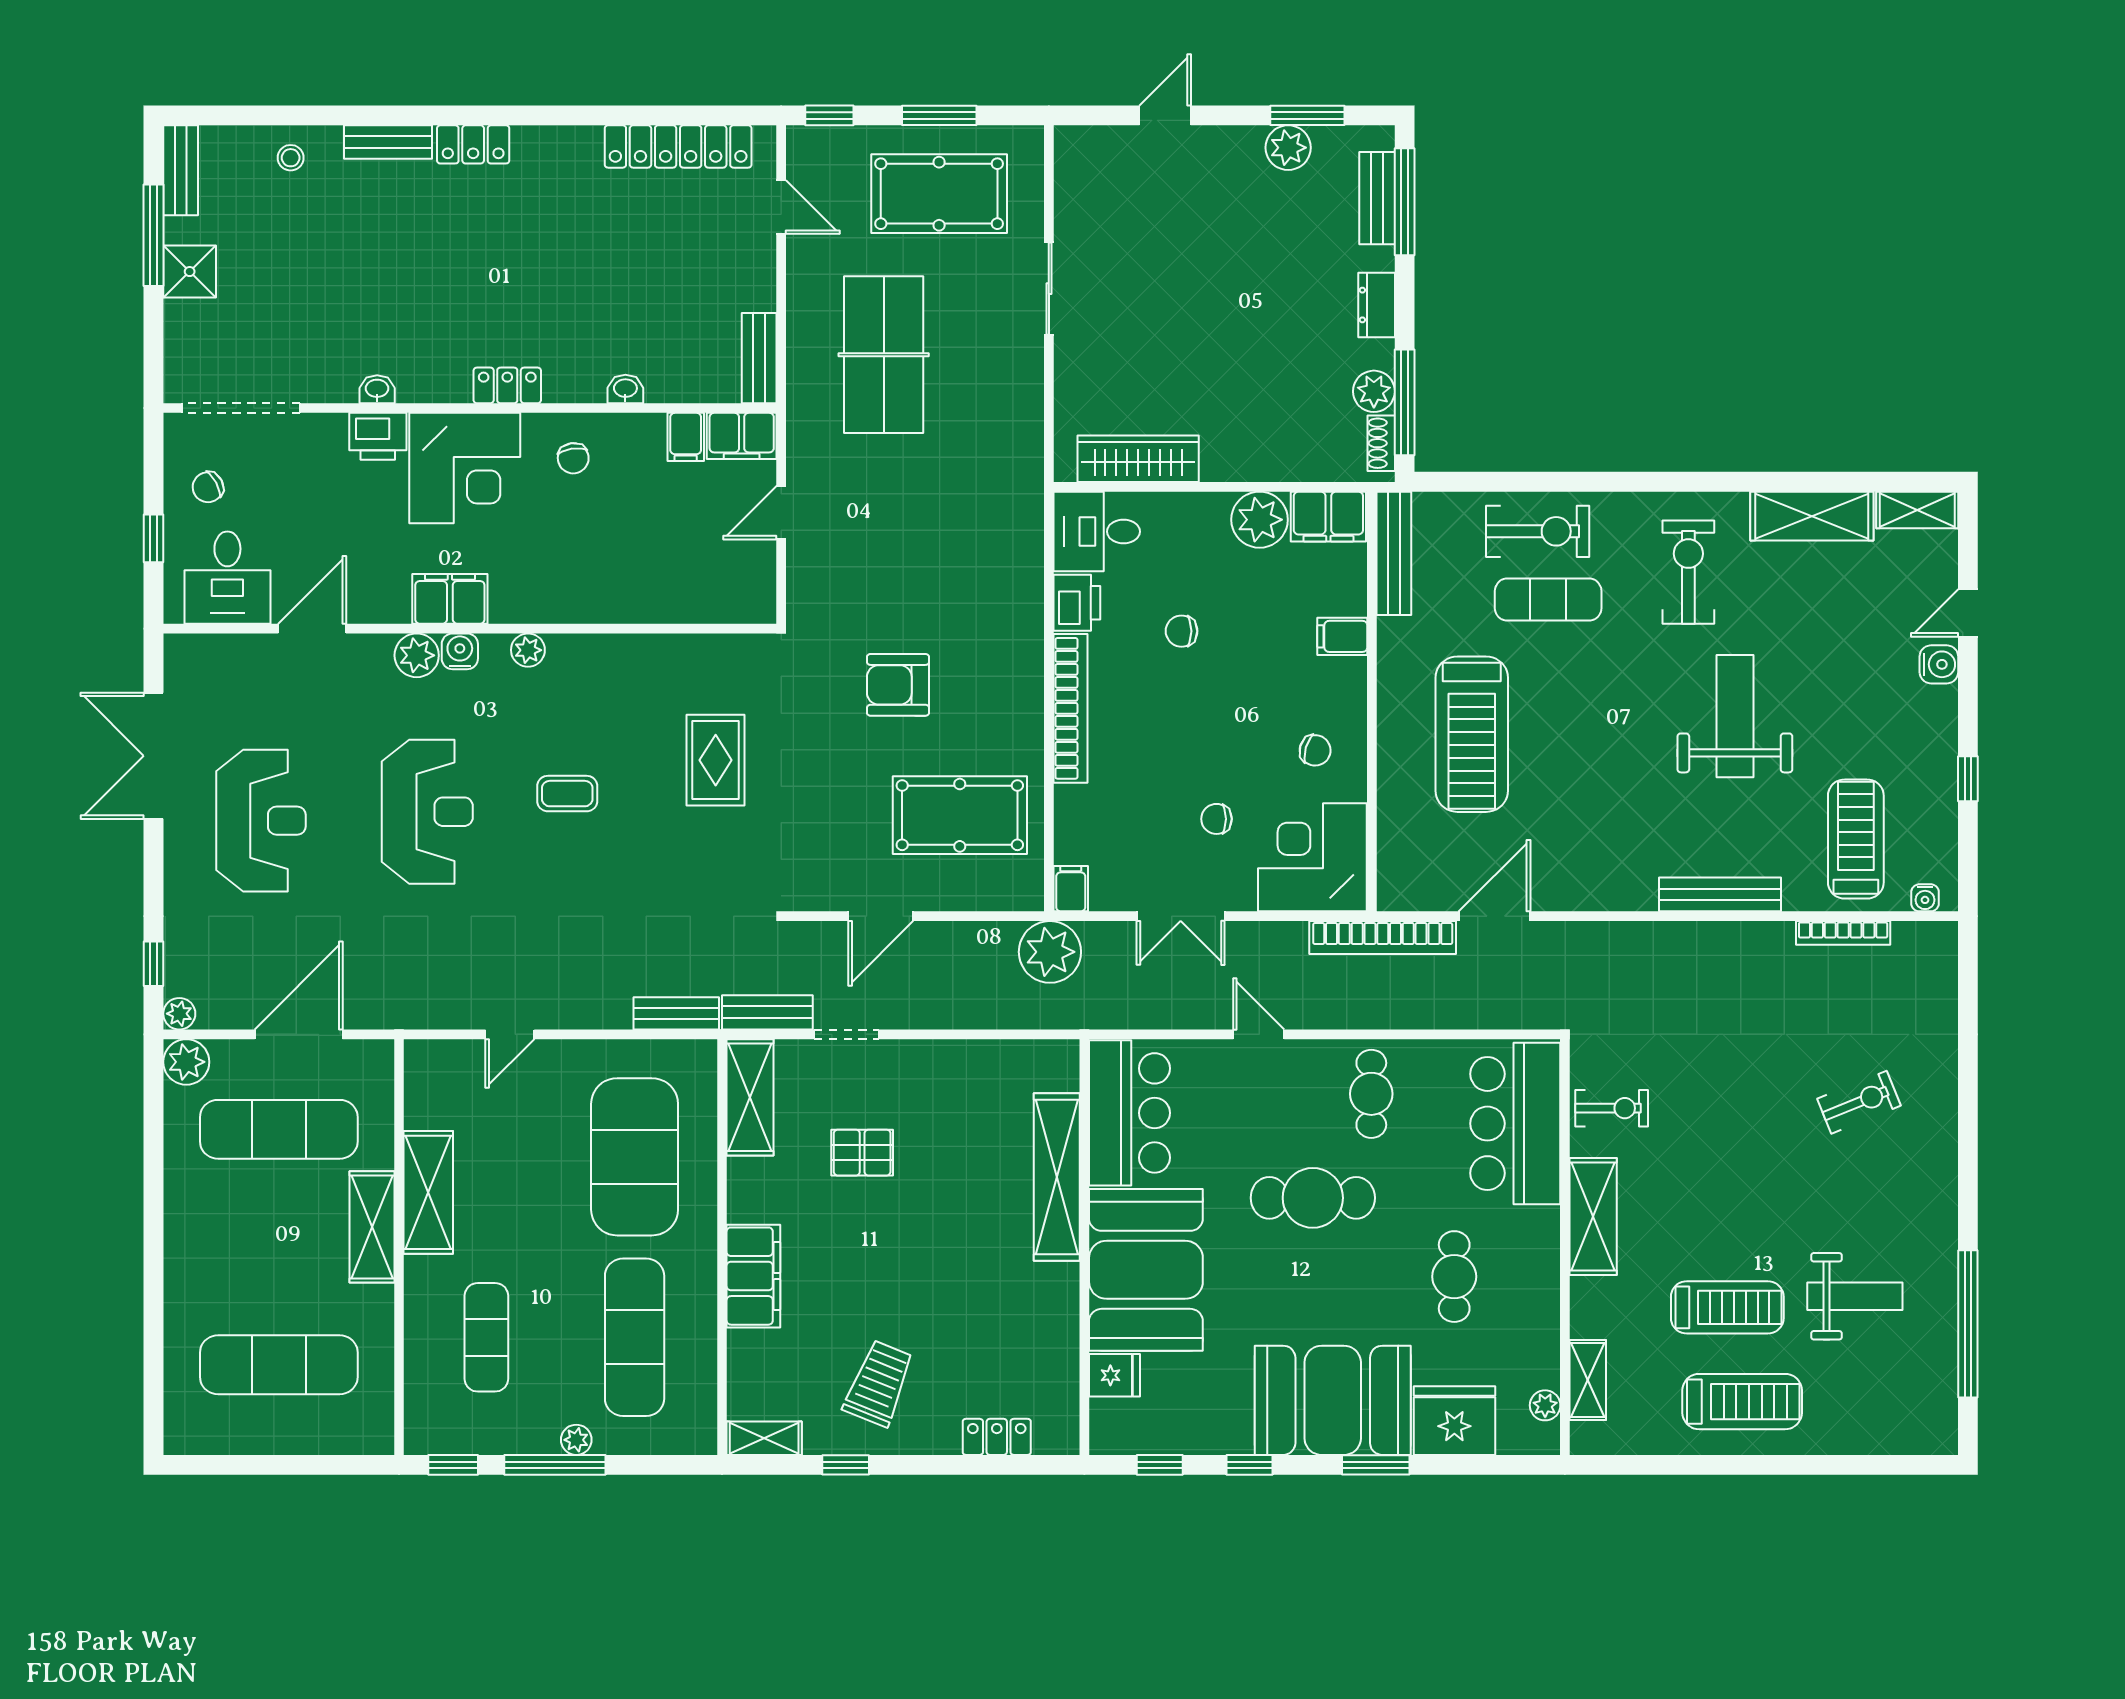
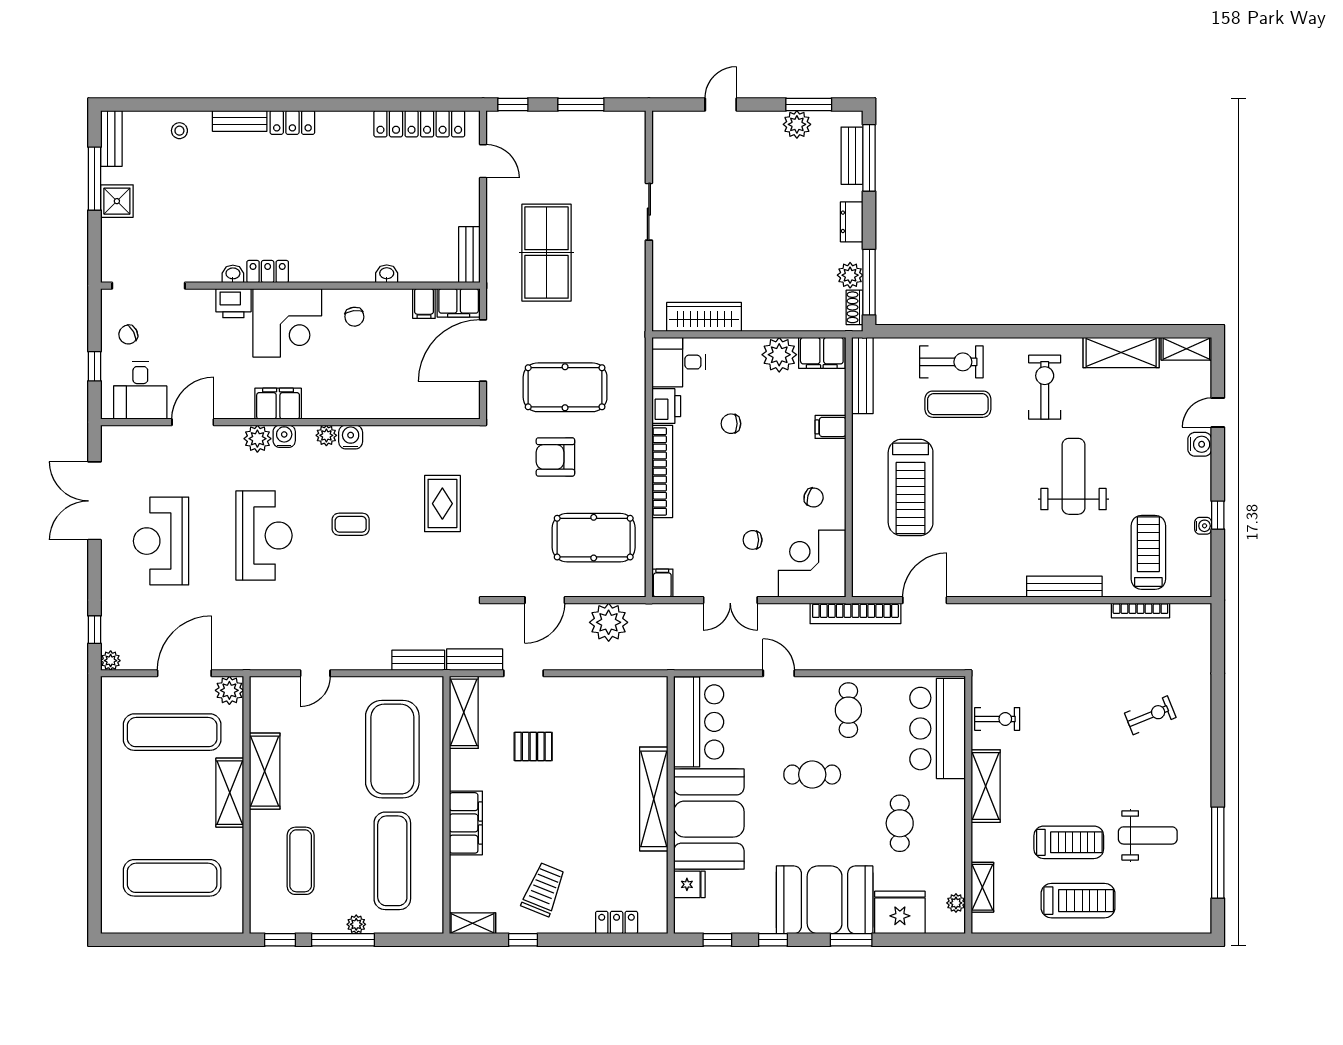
pool table: (939, 194) -> (565, 387), moved
locker: (507, 385) -> (268, 272), moved
door: (781, 513) -> (483, 350), width x1.88
water cooler: (567, 653) -> (351, 437), added
reception desk: (261, 821) -> (161, 541), turned 180
water cooler: (1925, 898) -> (1203, 526), moved, turned -90
plant: (1050, 952) -> (609, 622), moved
plant: (186, 1062) -> (229, 690), moved
shelving: (1057, 1177) -> (654, 799), moved
cafe table: (1313, 1198) -> (812, 775), width x0.73, depth x0.74

